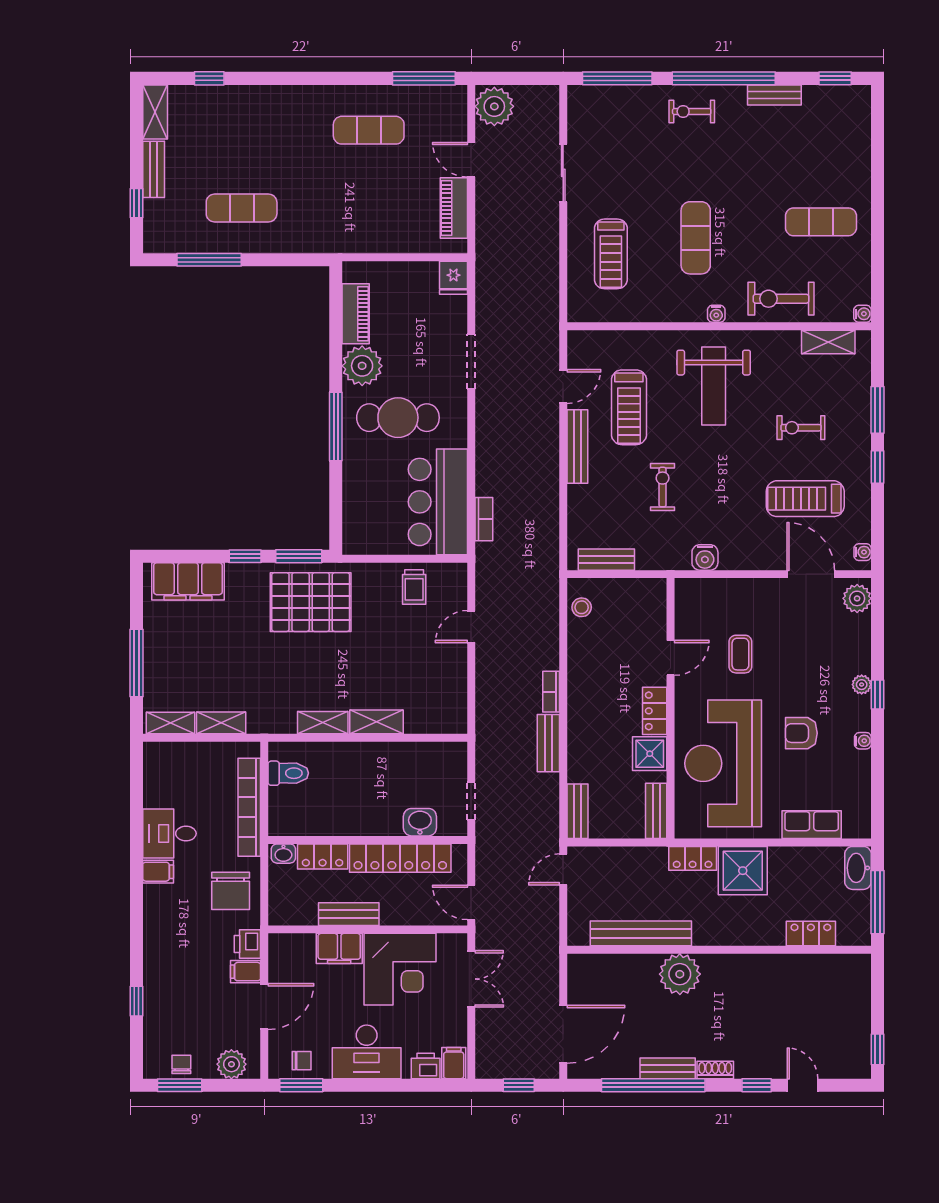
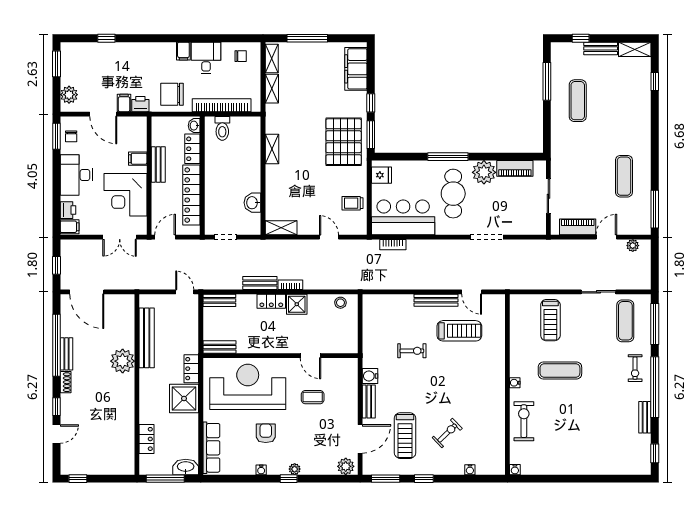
plant: (494, 106) -> (633, 246), width x0.53, depth x0.53
exercise bike: (692, 111) -> (635, 368), turned 180
exercise mat: (821, 222) -> (625, 321), moved
treadmill: (611, 254) -> (550, 320), turned -90
sliding door: (402, 257) -> (548, 196), added
fridge: (453, 278) -> (381, 175), moved, turned 180
shelving: (828, 342) -> (498, 449), removed
weight bench: (714, 386) -> (472, 381), removed
treadmill: (629, 407) -> (459, 331), turned 180
window: (878, 410) -> (386, 479), moved
exercise bike: (801, 428) -> (447, 433), turned 46
treadmill: (805, 499) -> (405, 436), turned 180
water cooler: (863, 552) -> (470, 470), moved
bench: (606, 560) -> (369, 401), moved
locker: (655, 711) -> (271, 301), moved, turned 180
shelving: (377, 722) -> (281, 228), moved, turned 90
shower: (650, 754) -> (297, 304), moved
toilet: (288, 773) -> (222, 128), moved
washbasin: (420, 822) -> (252, 203), moved, turned 180
row of seats: (812, 825) -> (211, 448), width x1.48
filing cabinet: (339, 948) -> (138, 159), width x0.50
chair: (181, 1064) -> (241, 56), moved

